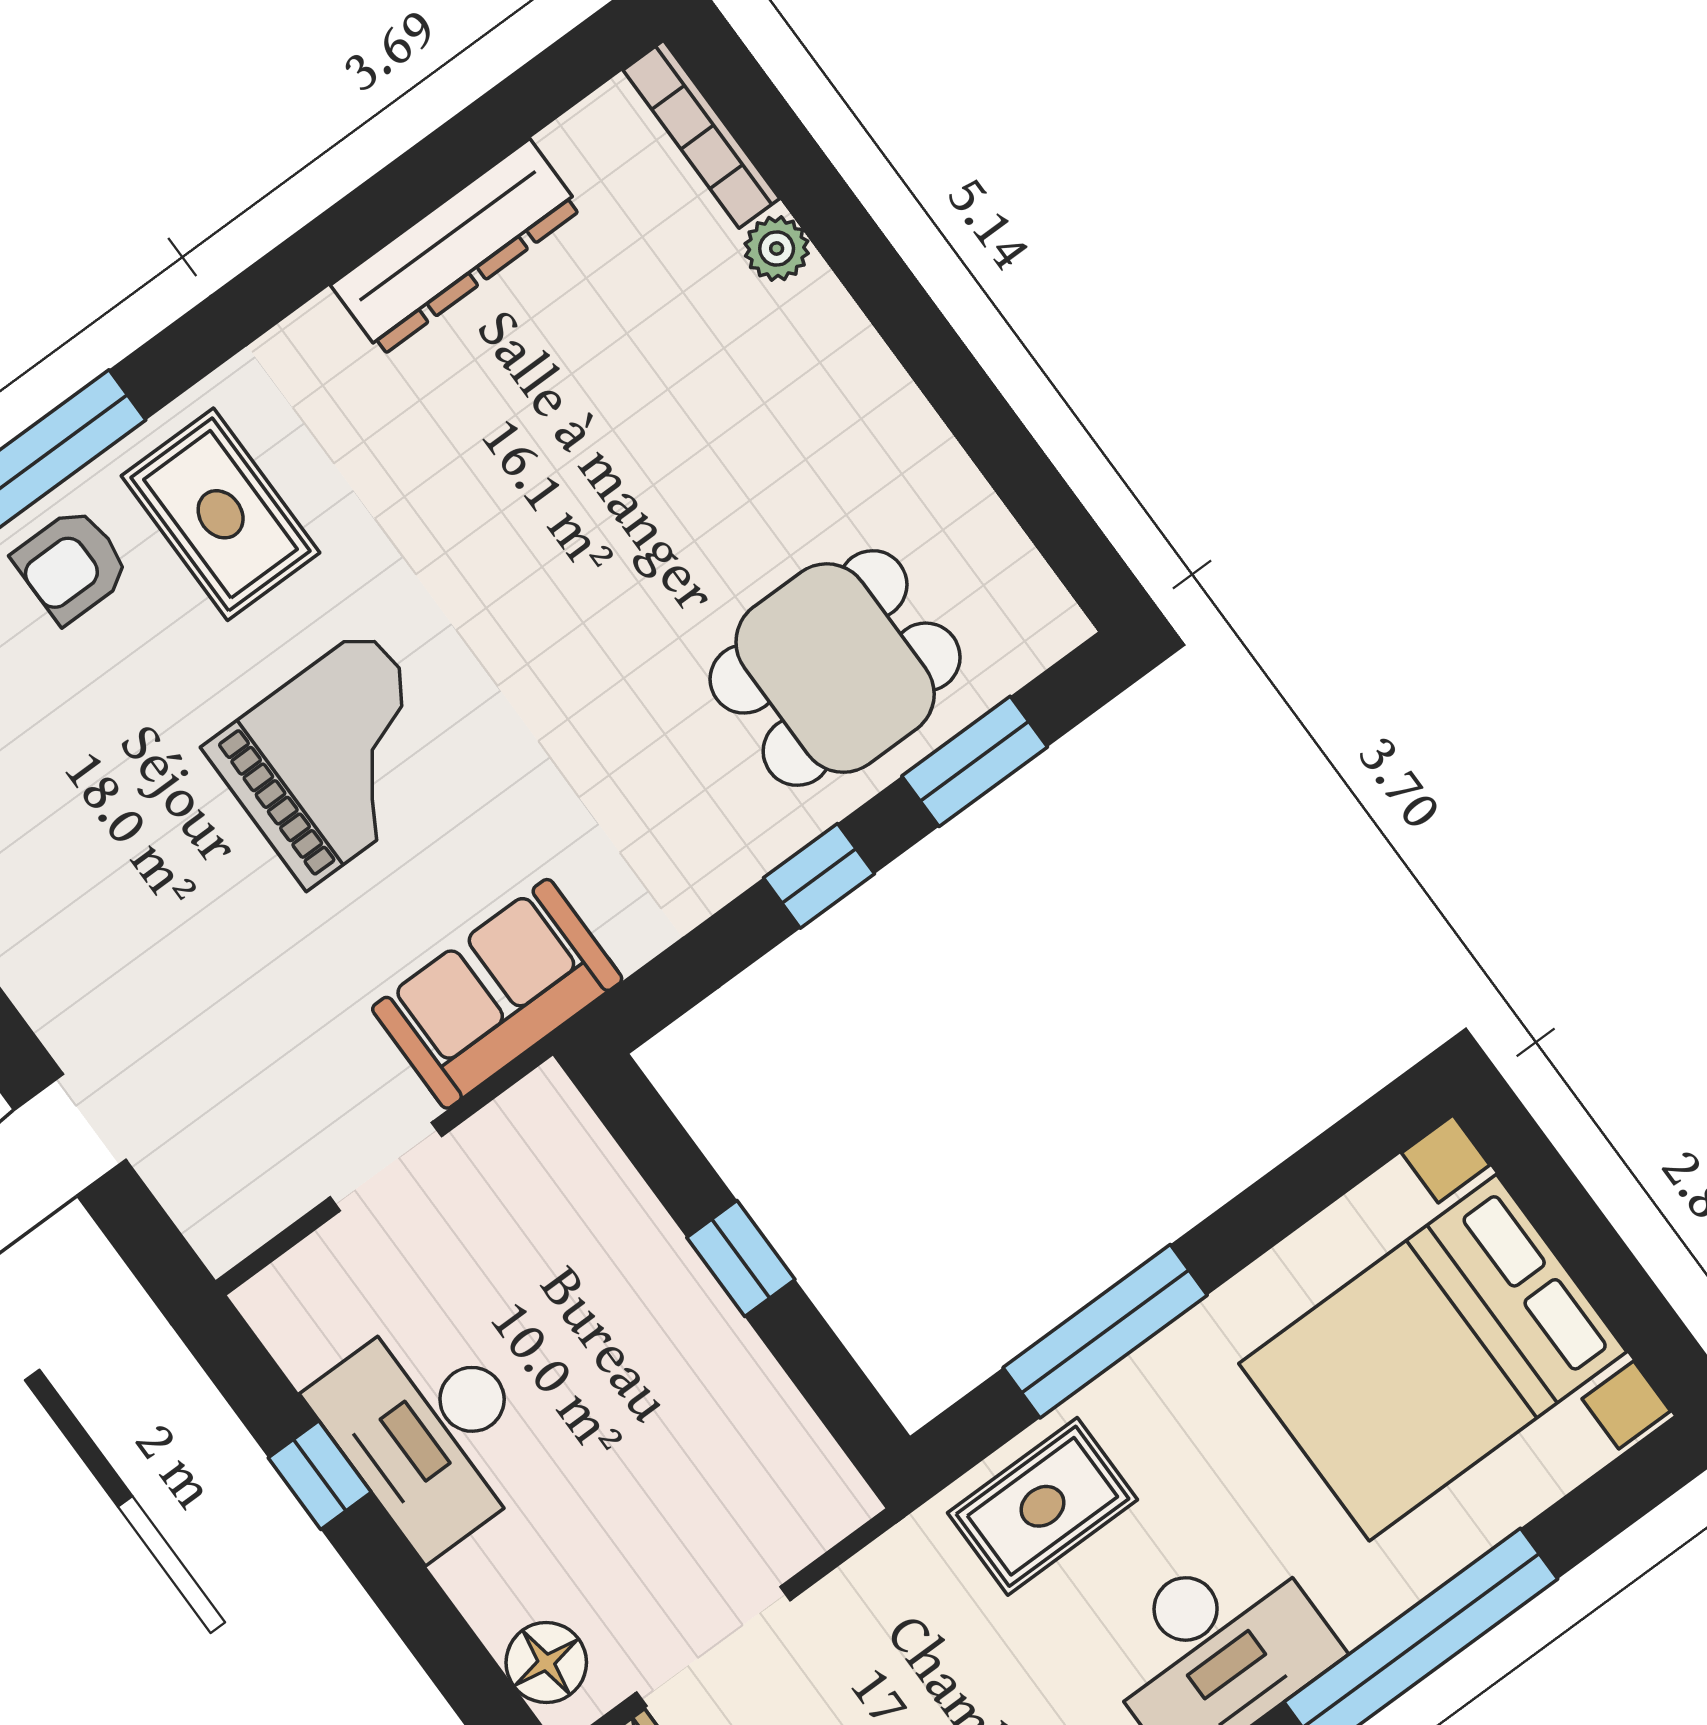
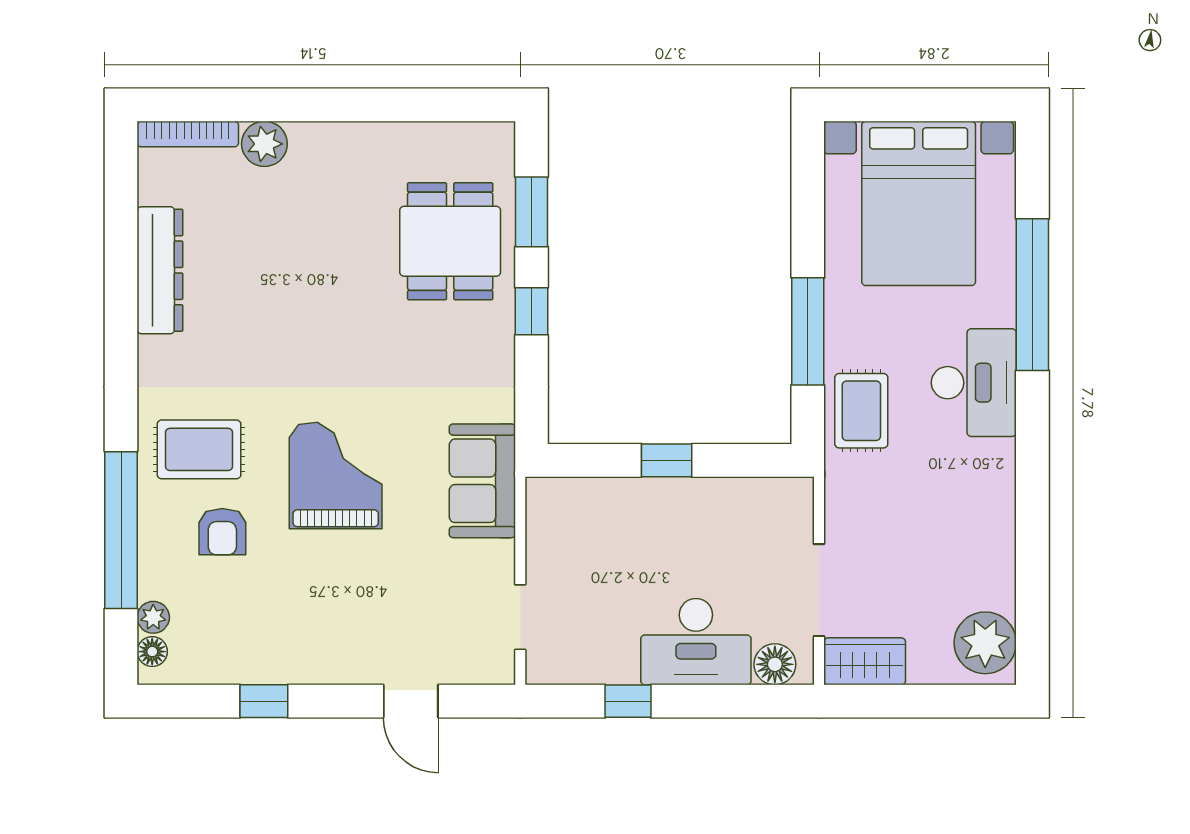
plant: (777, 249) -> (264, 144), width x1.38, depth x1.38
armchair: (72, 565) -> (222, 532), moved
doorway: (386, 1167) -> (520, 617), moved
desk: (430, 1430) -> (696, 642), moved

